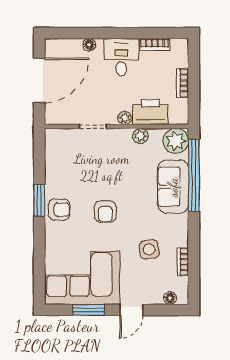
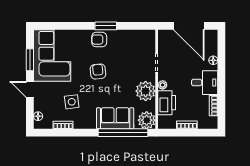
plant: (140, 136) -> (146, 91), width x1.87, depth x1.87
armchair: (59, 210) -> (99, 40), turned 90
armchair: (105, 211) -> (98, 72), turned 84

